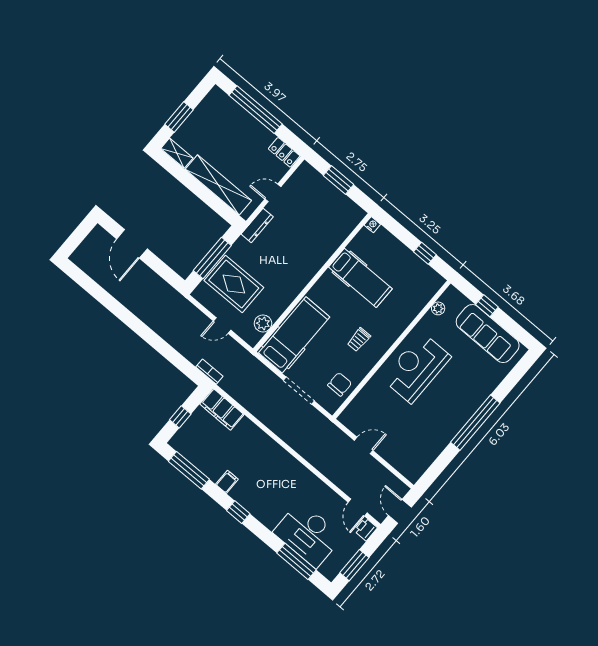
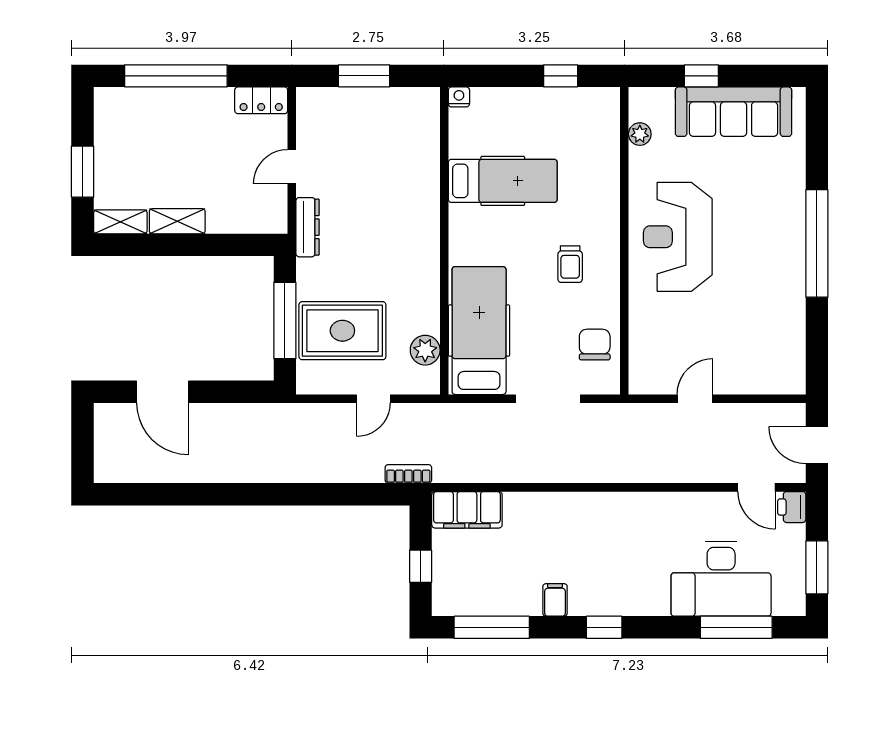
shelving: (218, 185) -> (177, 221), width x0.45, depth x0.75

